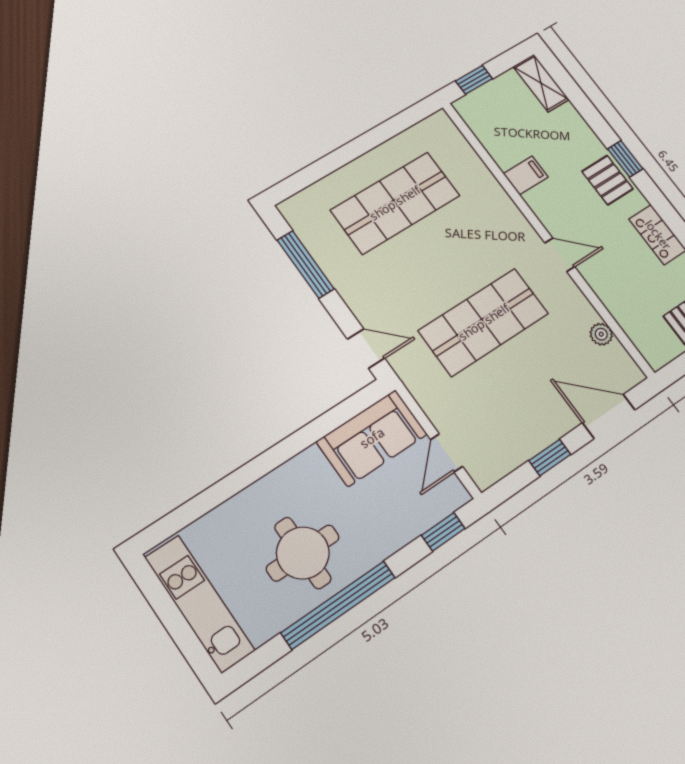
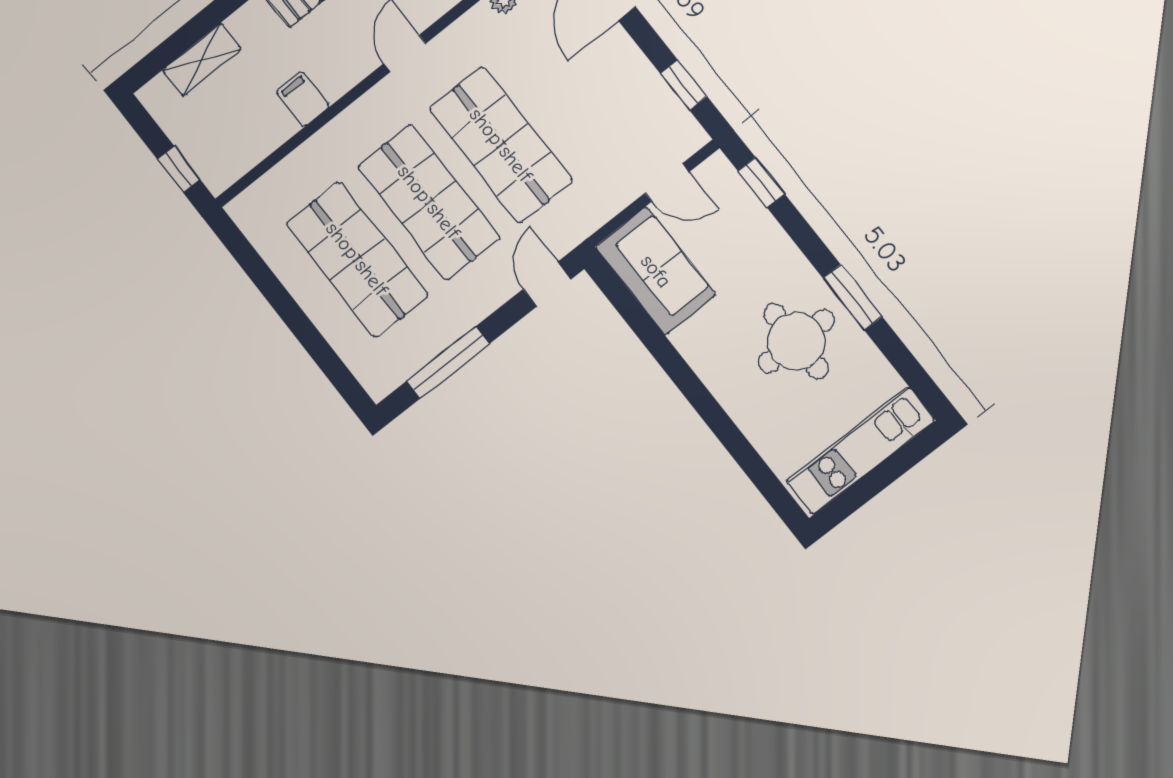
shelving: (541, 83) -> (202, 60), moved
shop shelf: (439, 262) -> (429, 202), added
window: (550, 457) -> (683, 85), moved
window: (338, 605) -> (853, 297), width x0.47

